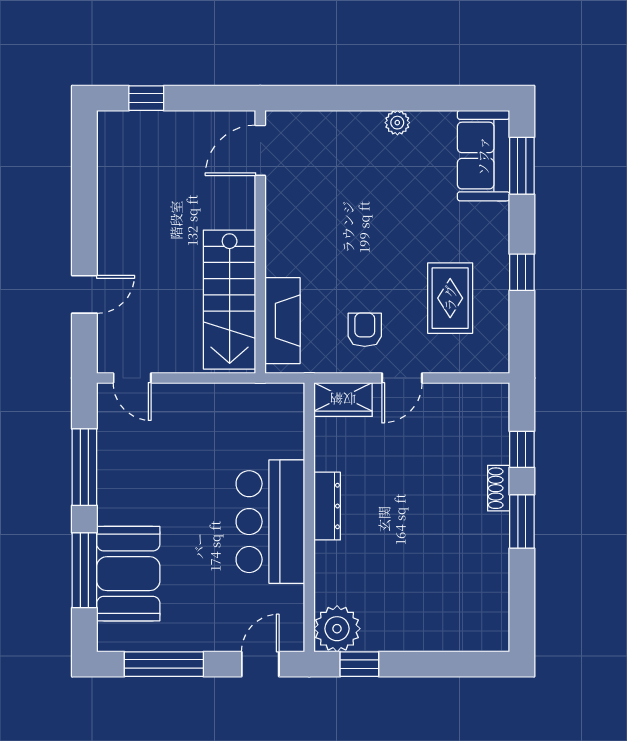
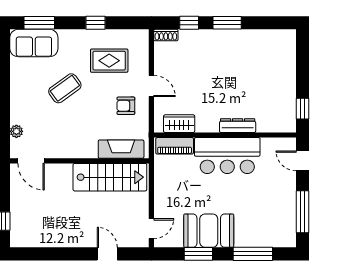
plant: (397, 123) -> (16, 131), moved
coffee table: (398, 214) -> (65, 88), added
wardrobe: (343, 399) -> (179, 124), moved, turned -90
piano: (289, 422) -> (175, 146), added
window: (84, 467) -> (198, 254), width x0.69
shoe rack: (499, 488) -> (166, 35), moved
dresser: (327, 506) -> (238, 126), moved
booth: (128, 574) -> (209, 231), moved
plant: (337, 629) -> (284, 120), removed

